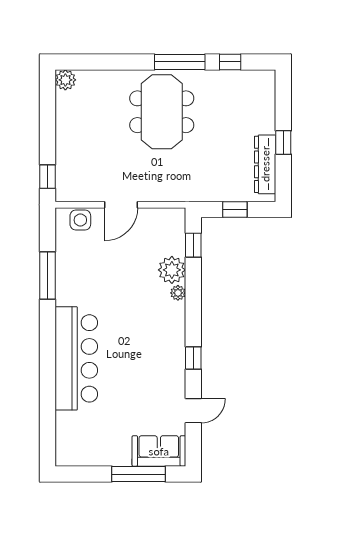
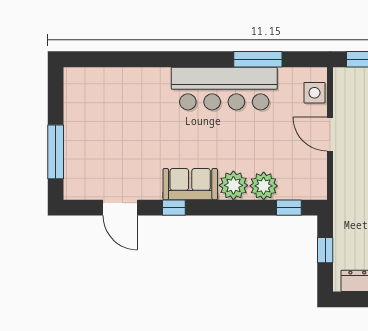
plant: (178, 293) -> (233, 185), width x1.88, depth x1.88
bar counter: (76, 358) -> (224, 89), moved
door: (193, 411) -> (120, 208), width x1.38
sofa: (159, 451) -> (190, 184), moved, turned -90

